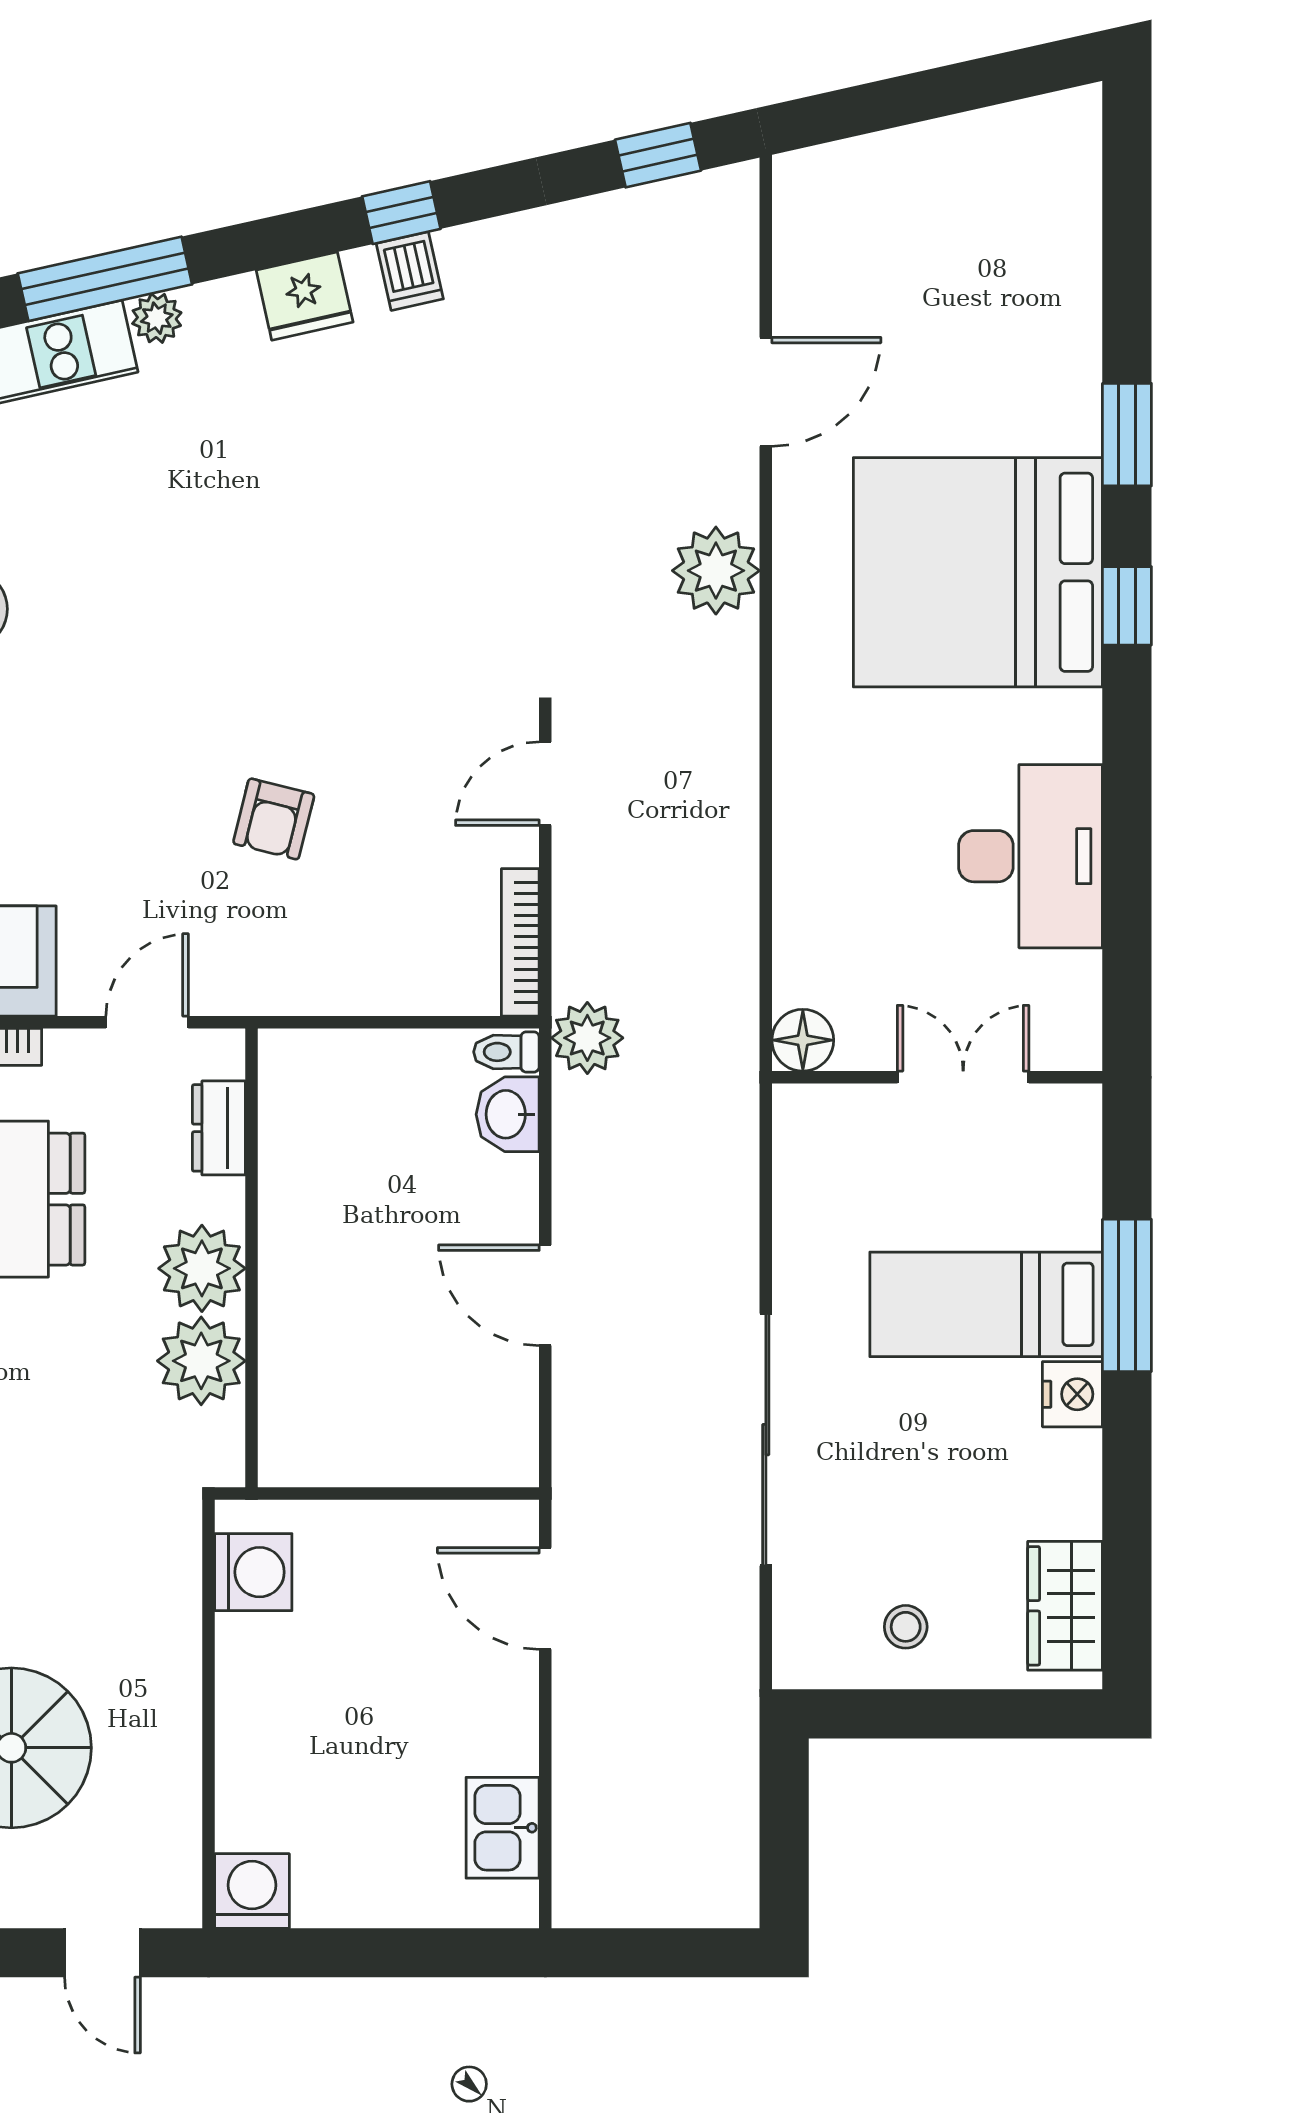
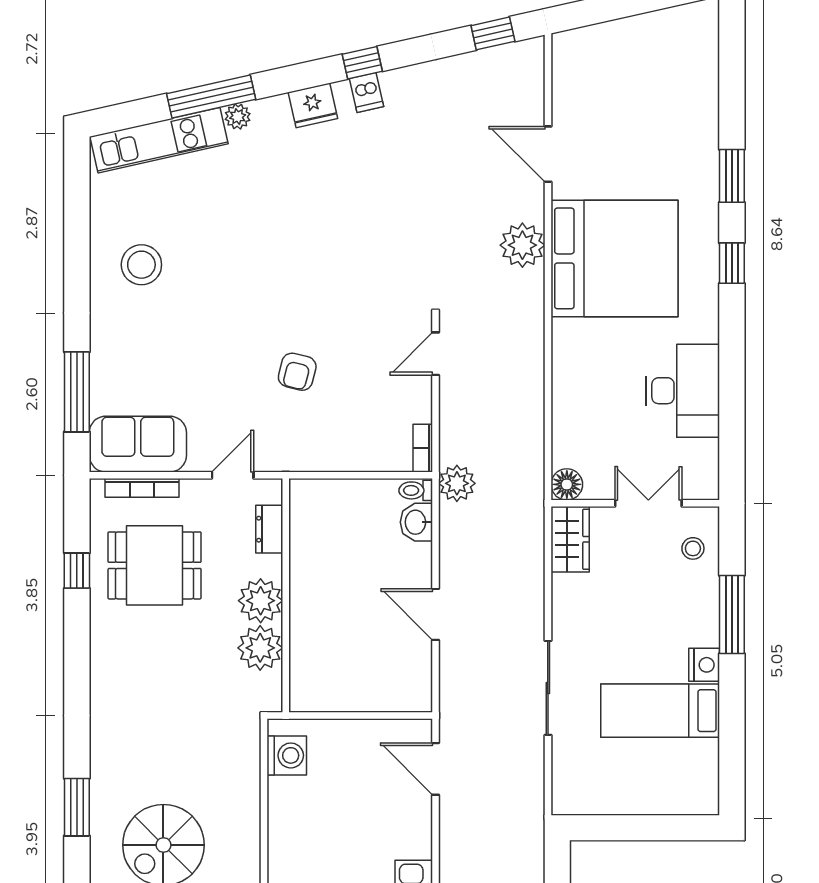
door: (766, 392) -> (548, 154), swing flipped
bed: (978, 572) -> (614, 258), moved, turned 180
bookcase: (520, 942) -> (423, 448), width x0.64
bed: (986, 1304) -> (660, 711), moved
sliding door: (766, 1440) -> (548, 688), width x0.73
wardrobe: (1065, 1606) -> (570, 539), moved, turned 180
stool: (906, 1627) -> (693, 548), moved

